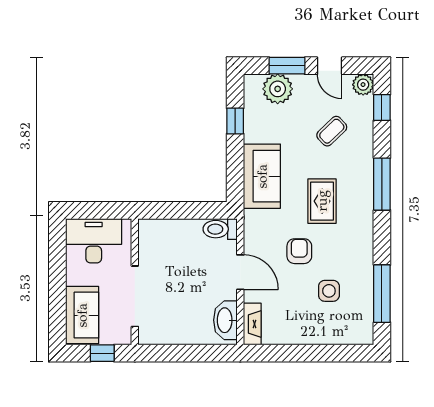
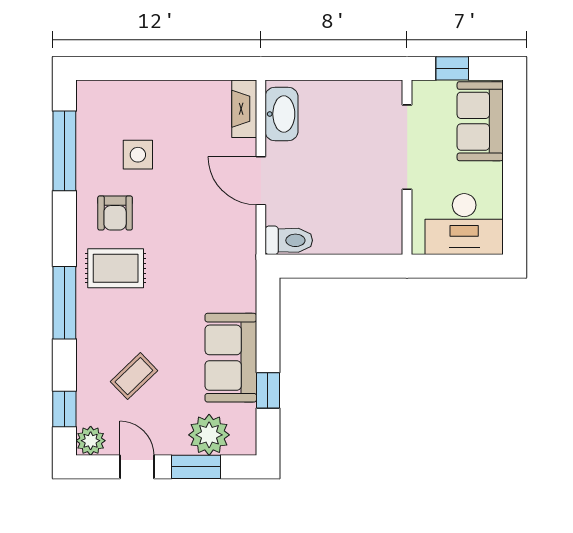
sofa: (262, 176) -> (231, 358), moved
rug: (322, 201) -> (116, 268), moved, turned 90
armchair: (299, 251) -> (115, 213), moved

